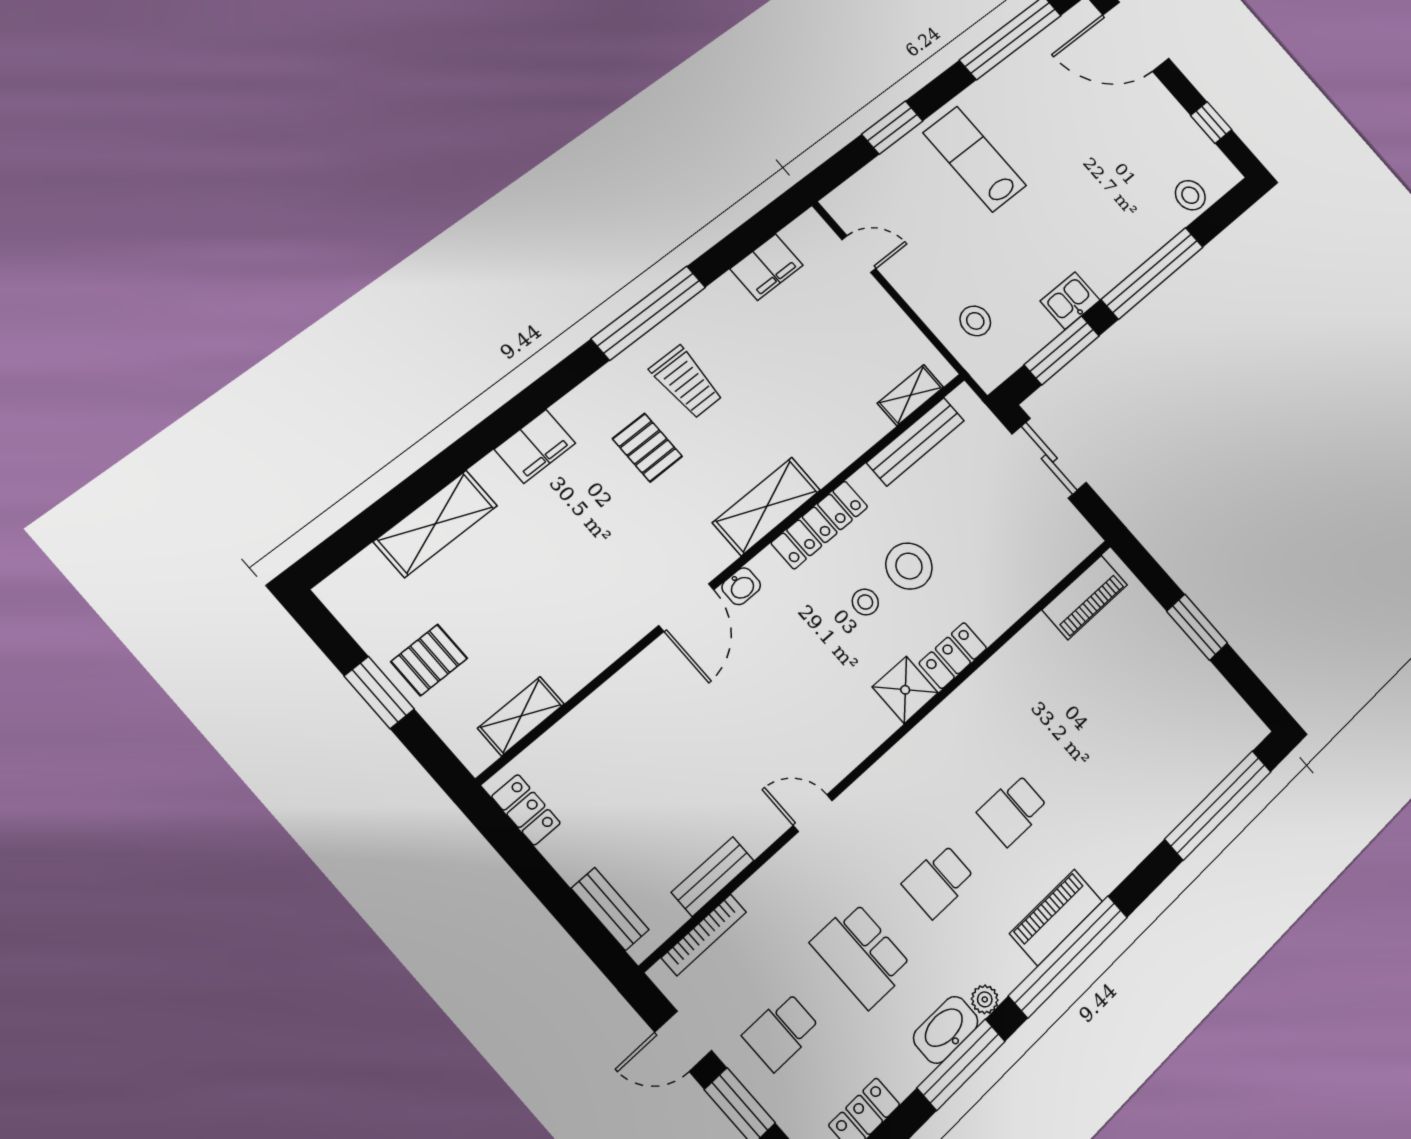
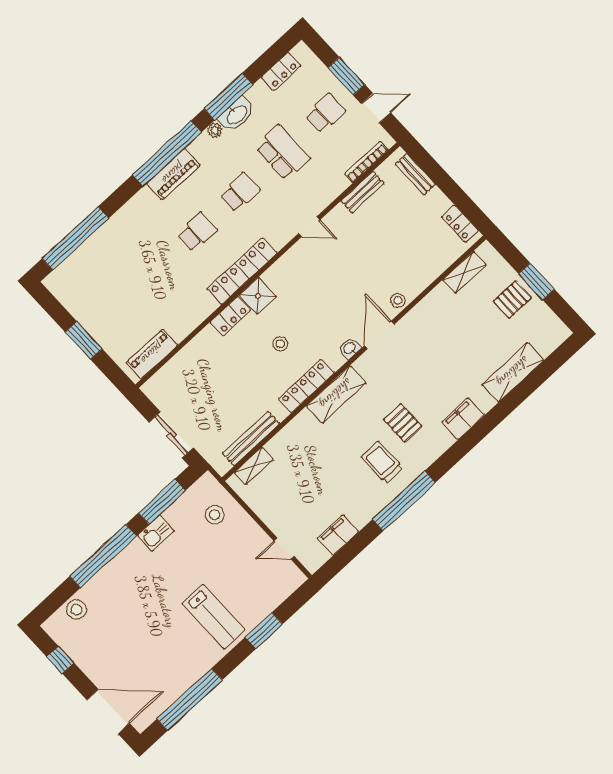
stool: (909, 566) -> (398, 300), moved, width x0.53, depth x0.53
locker: (933, 736) -> (242, 271), added

